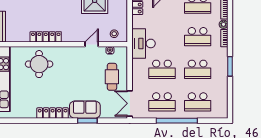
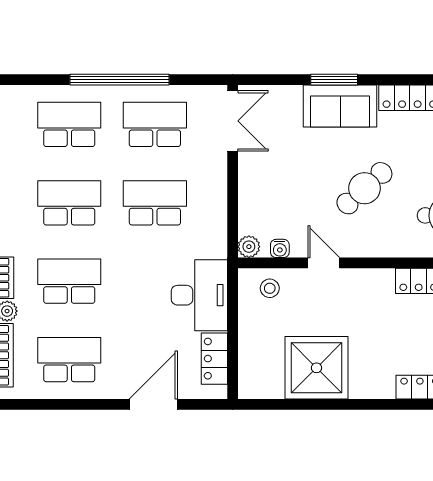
desk: (143, 43) -> (199, 295), moved
door: (92, 44) -> (324, 263), swing flipped
plant: (123, 51) -> (249, 247), added
cafe table: (112, 77) -> (364, 188), moved, turned 48

